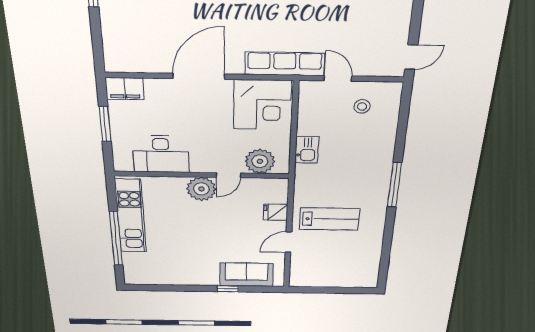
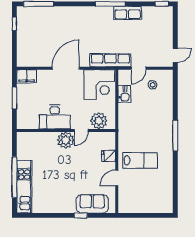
door: (338, 78) -> (139, 68), swing flipped
kitchen sink: (307, 150) -> (124, 94), moved
desk: (161, 154) -> (55, 117), moved
kitchen unit: (131, 216) -> (24, 187), moved

